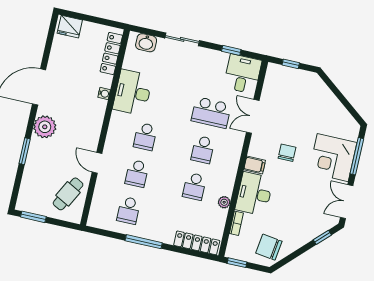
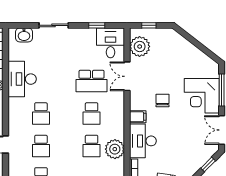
plant: (275, 86) -> (140, 46), added
plant: (224, 202) -> (115, 149), width x1.87, depth x1.87

